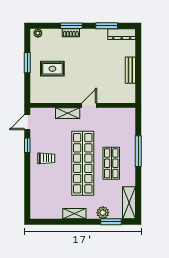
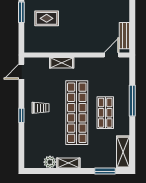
bench: (130, 70) -> (124, 36), moved
door: (89, 105) -> (112, 55), moved
window: (27, 145) -> (21, 115), moved
plant: (103, 213) -> (50, 162), moved

